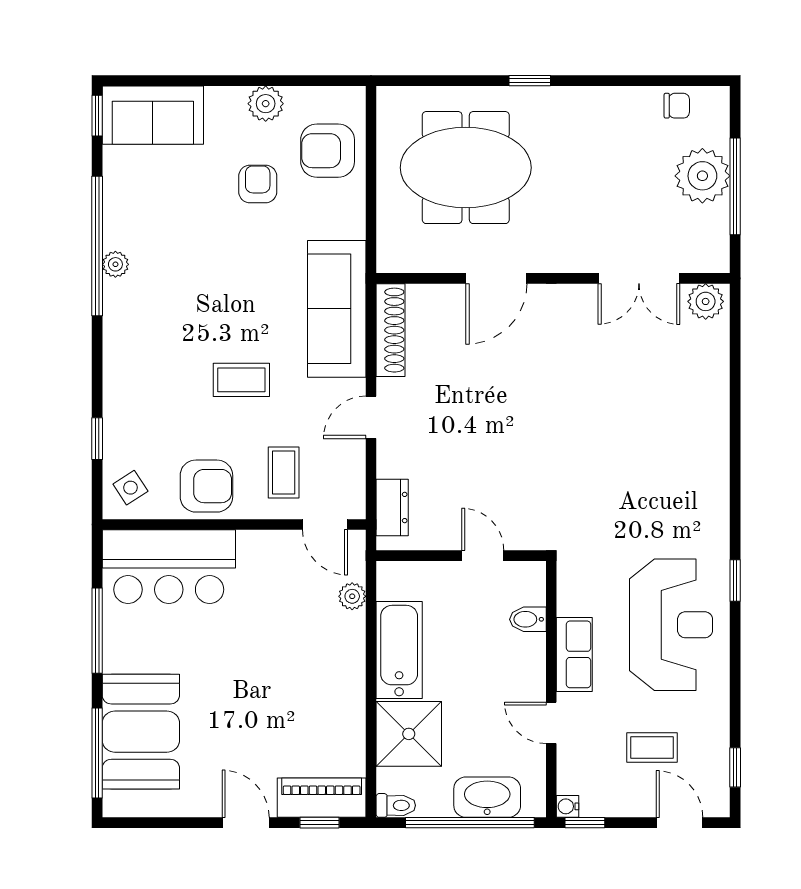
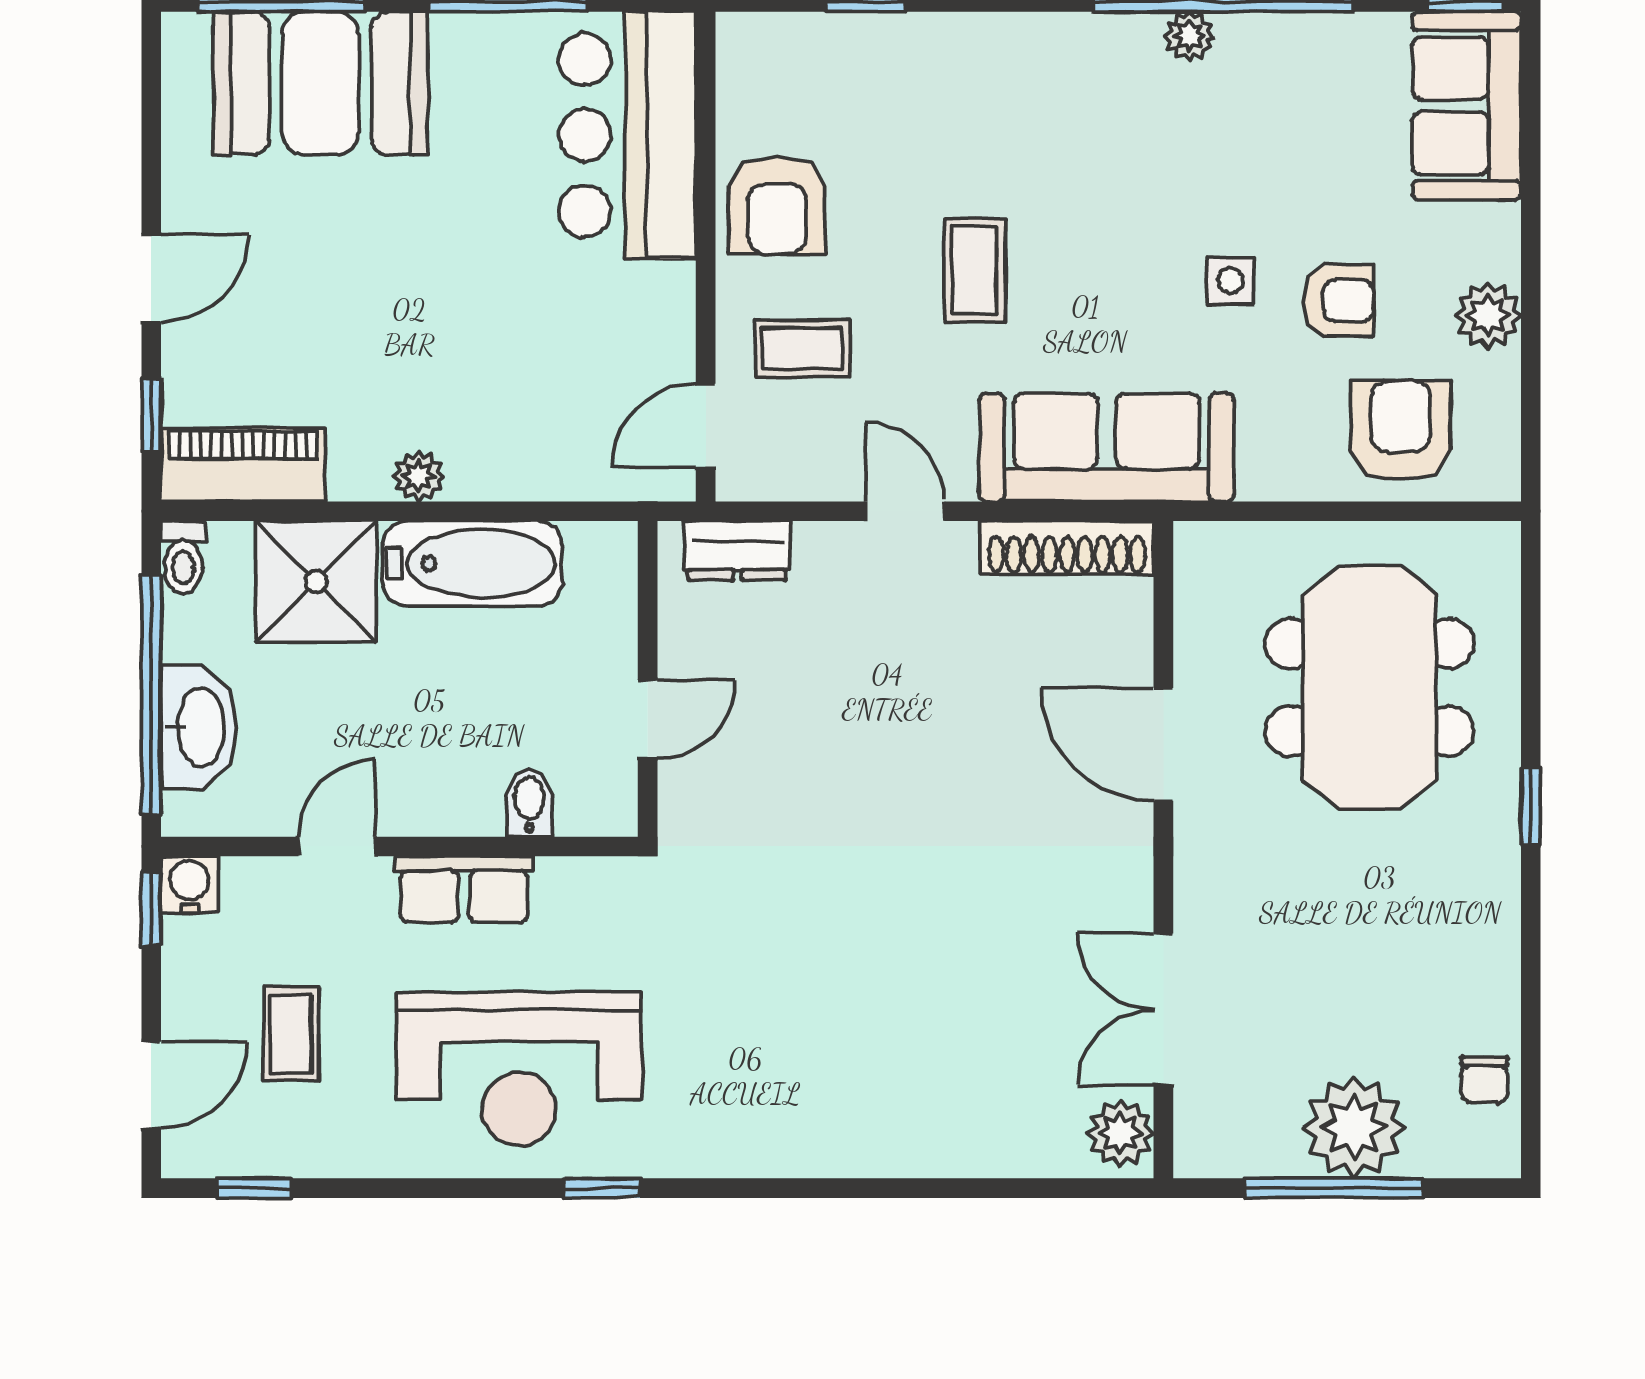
side table: (130, 488) -> (1230, 281), moved, turned 33
plant: (352, 596) -> (419, 476), moved
piano: (322, 798) -> (243, 465), moved, turned -90
water cooler: (568, 806) -> (189, 885), width x1.38, depth x1.38

